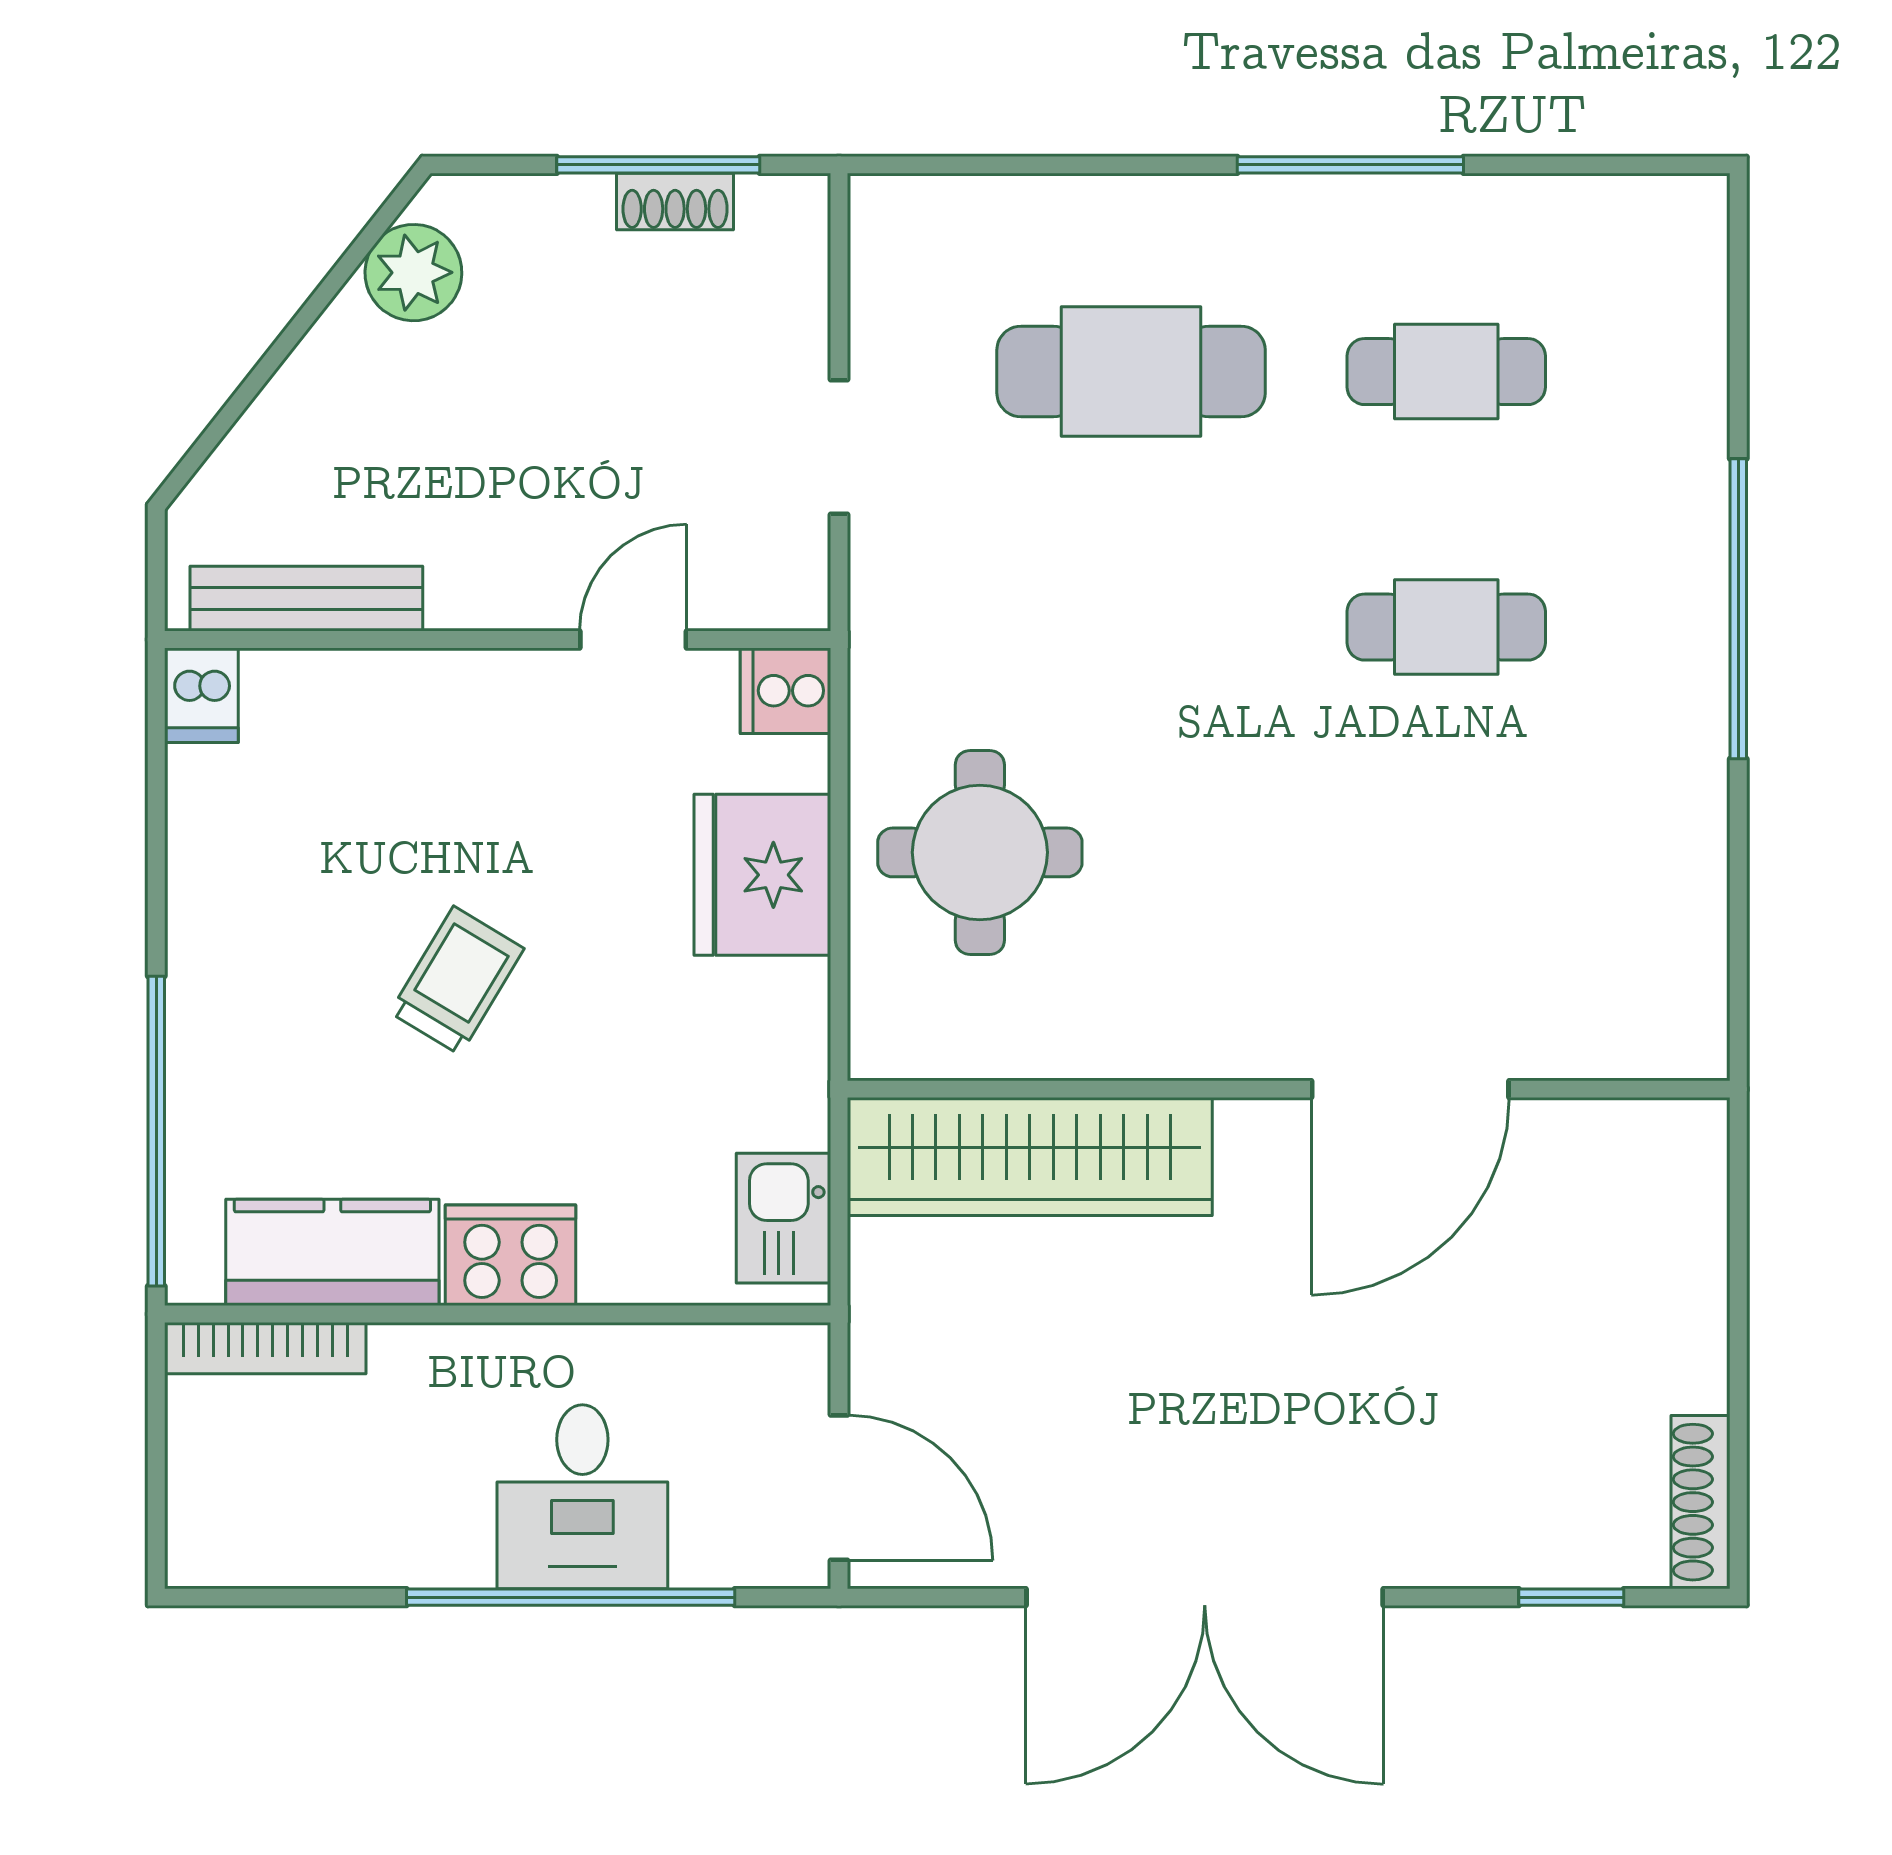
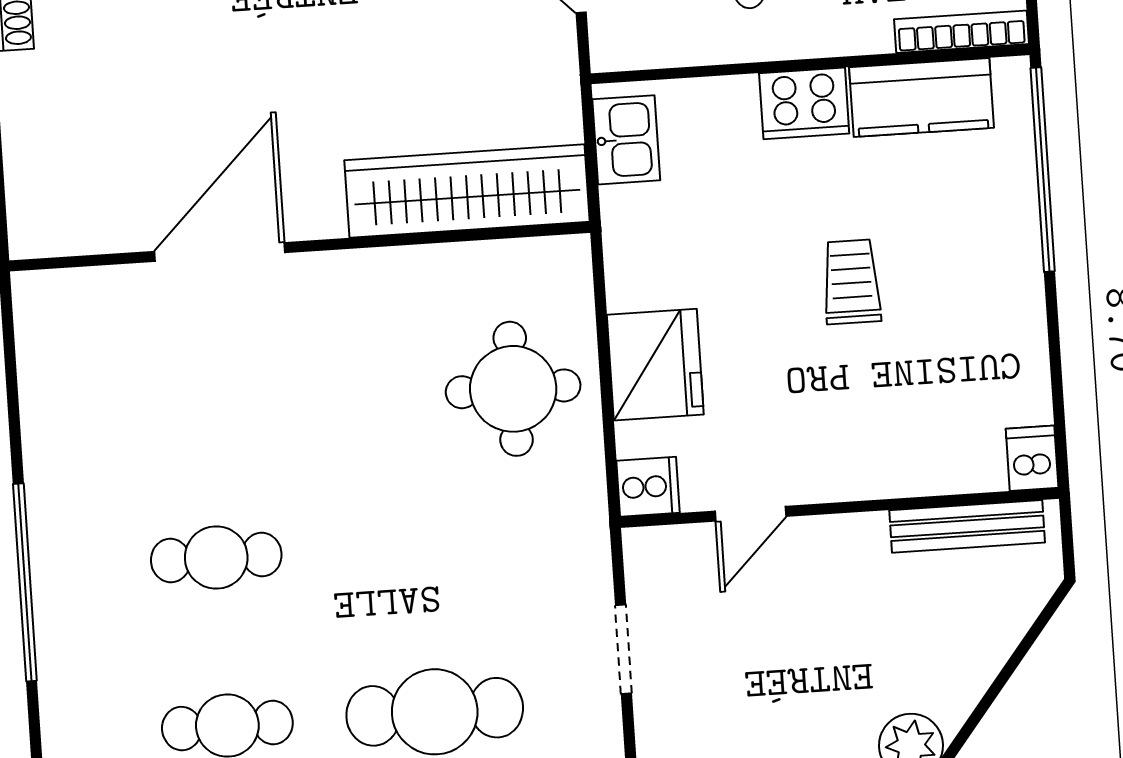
trolley: (457, 981) -> (851, 282), turned 149

